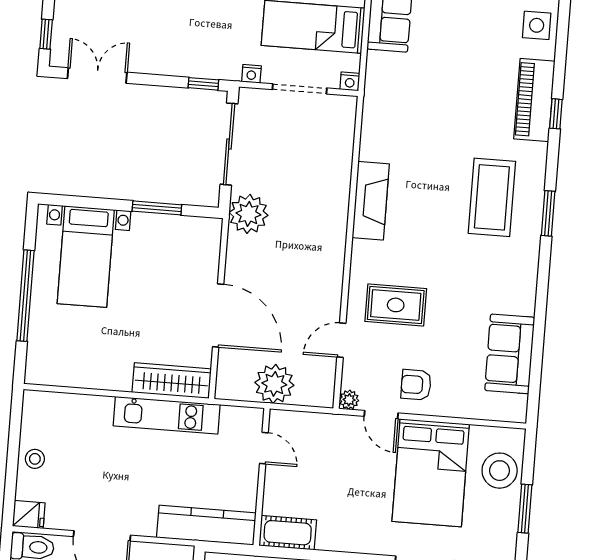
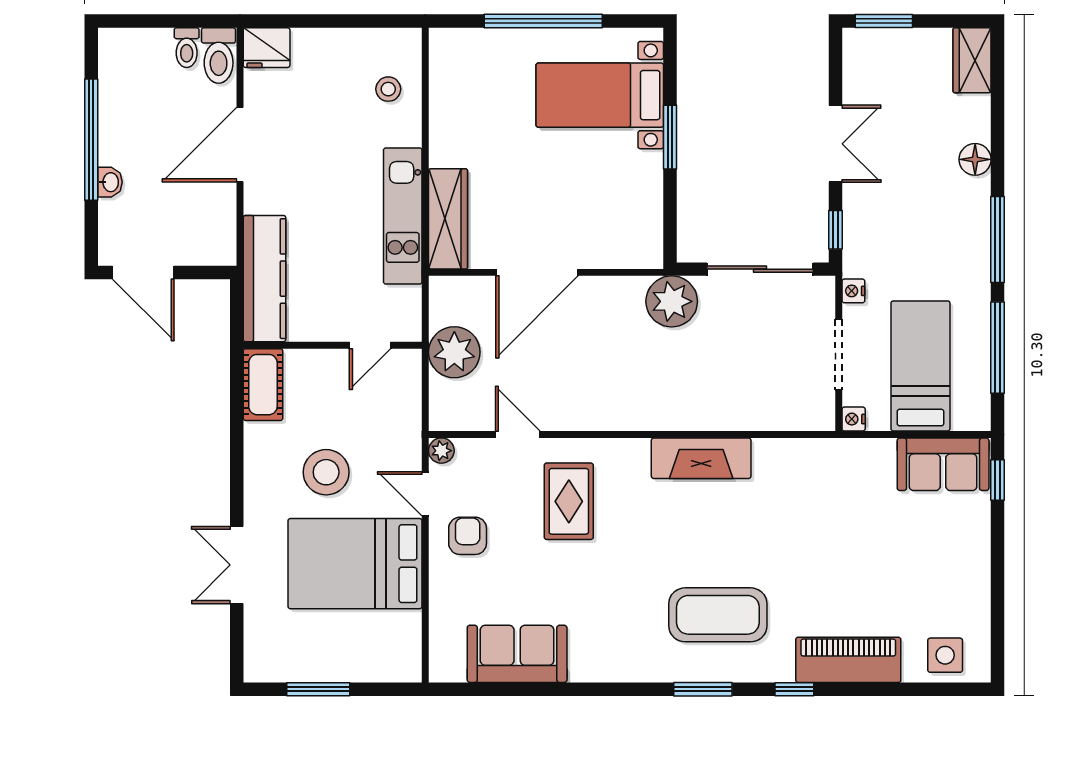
window: (46, 34) -> (884, 21), width x1.50
double door: (97, 75) -> (835, 144), moved
window: (556, 114) -> (794, 689), moved
window: (157, 208) -> (670, 137), moved
door: (381, 415) -> (425, 494), hinge flipped
stool: (35, 459) -> (388, 89), moved
stool: (500, 471) -> (326, 472), moved
fridge: (29, 515) -> (267, 48), width x1.38

